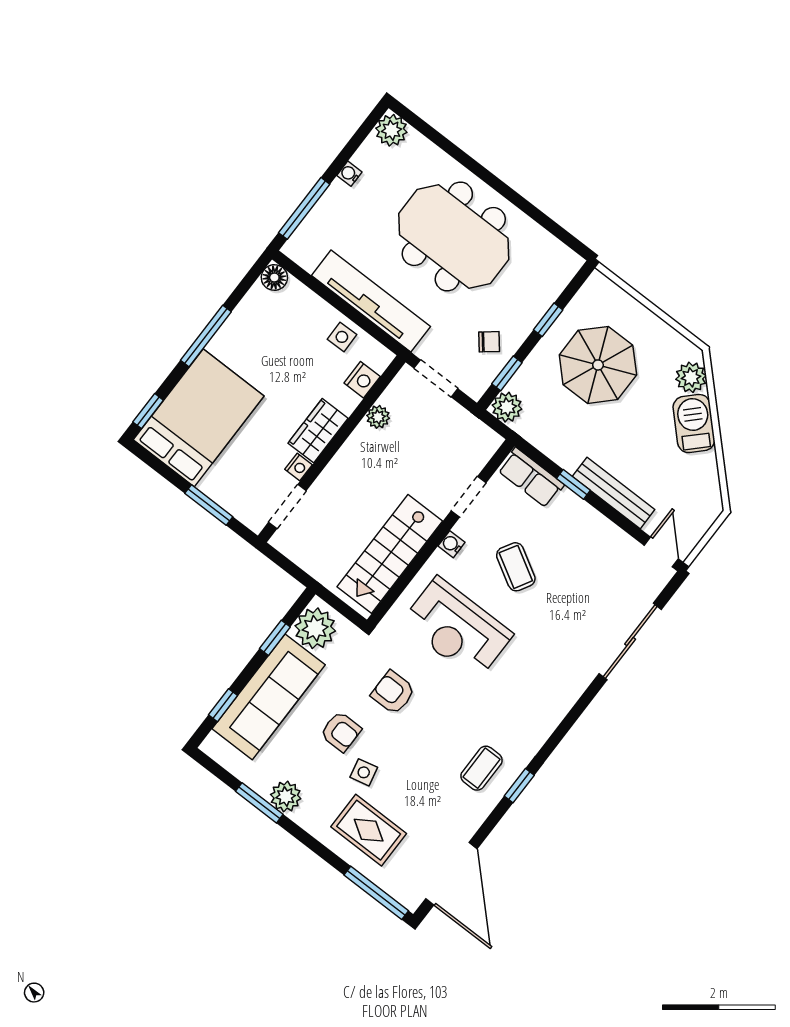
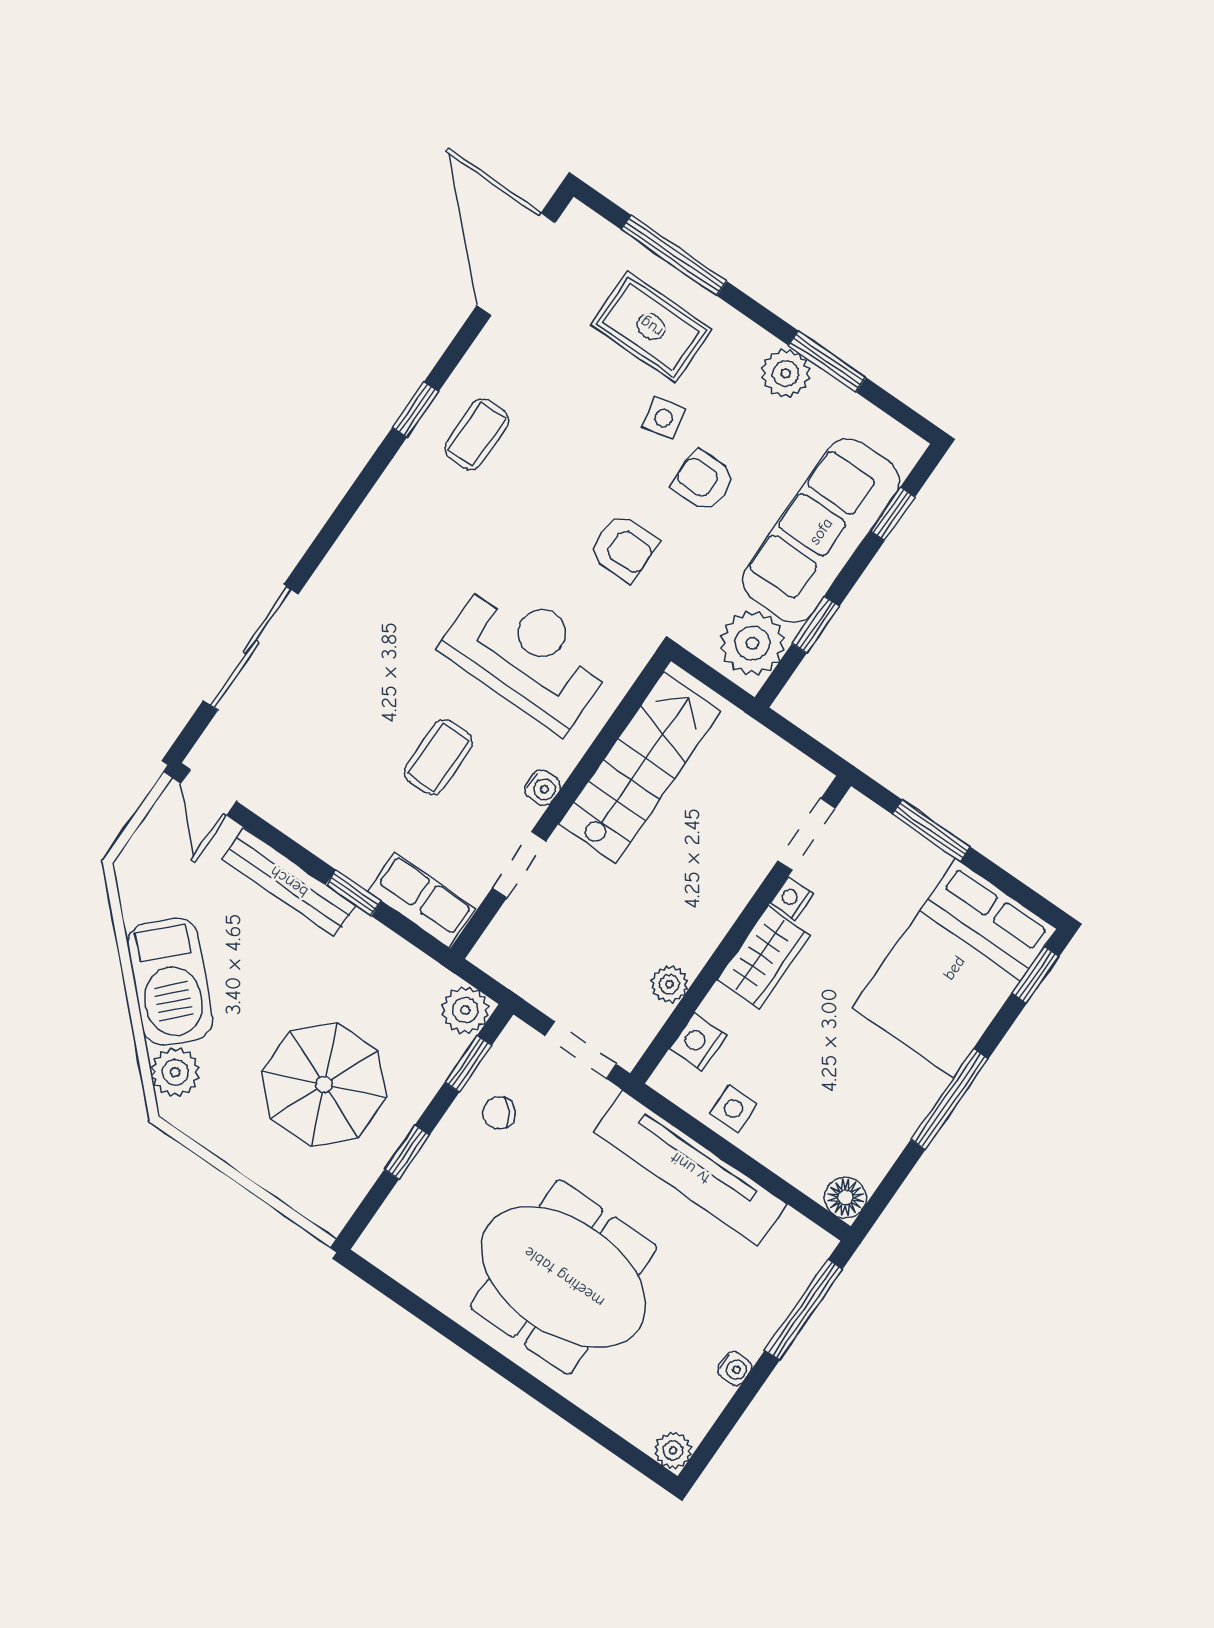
plant: (391, 130) -> (673, 1451), width x0.73, depth x0.73
barbecue: (694, 424) -> (170, 982), width x1.37, depth x1.21
coffee table: (516, 567) -> (438, 757), turned 60
window: (376, 893) -> (674, 255), moved

